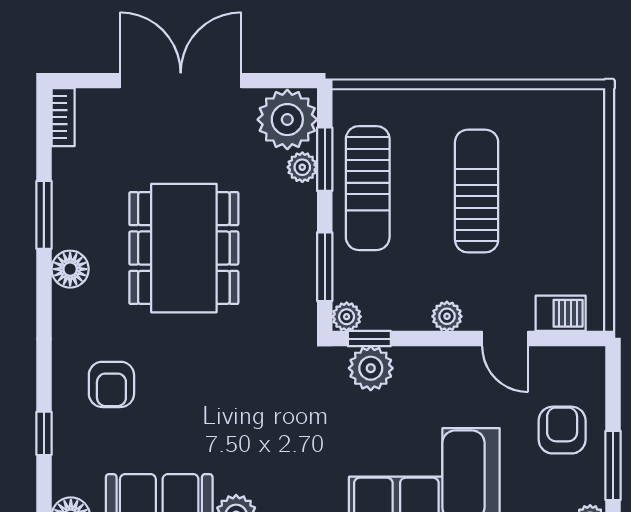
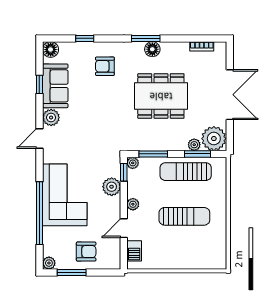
bookcase: (63, 117) -> (202, 46), moved
window: (44, 215) -> (146, 38), moved
plant: (371, 368) -> (112, 187), moved

